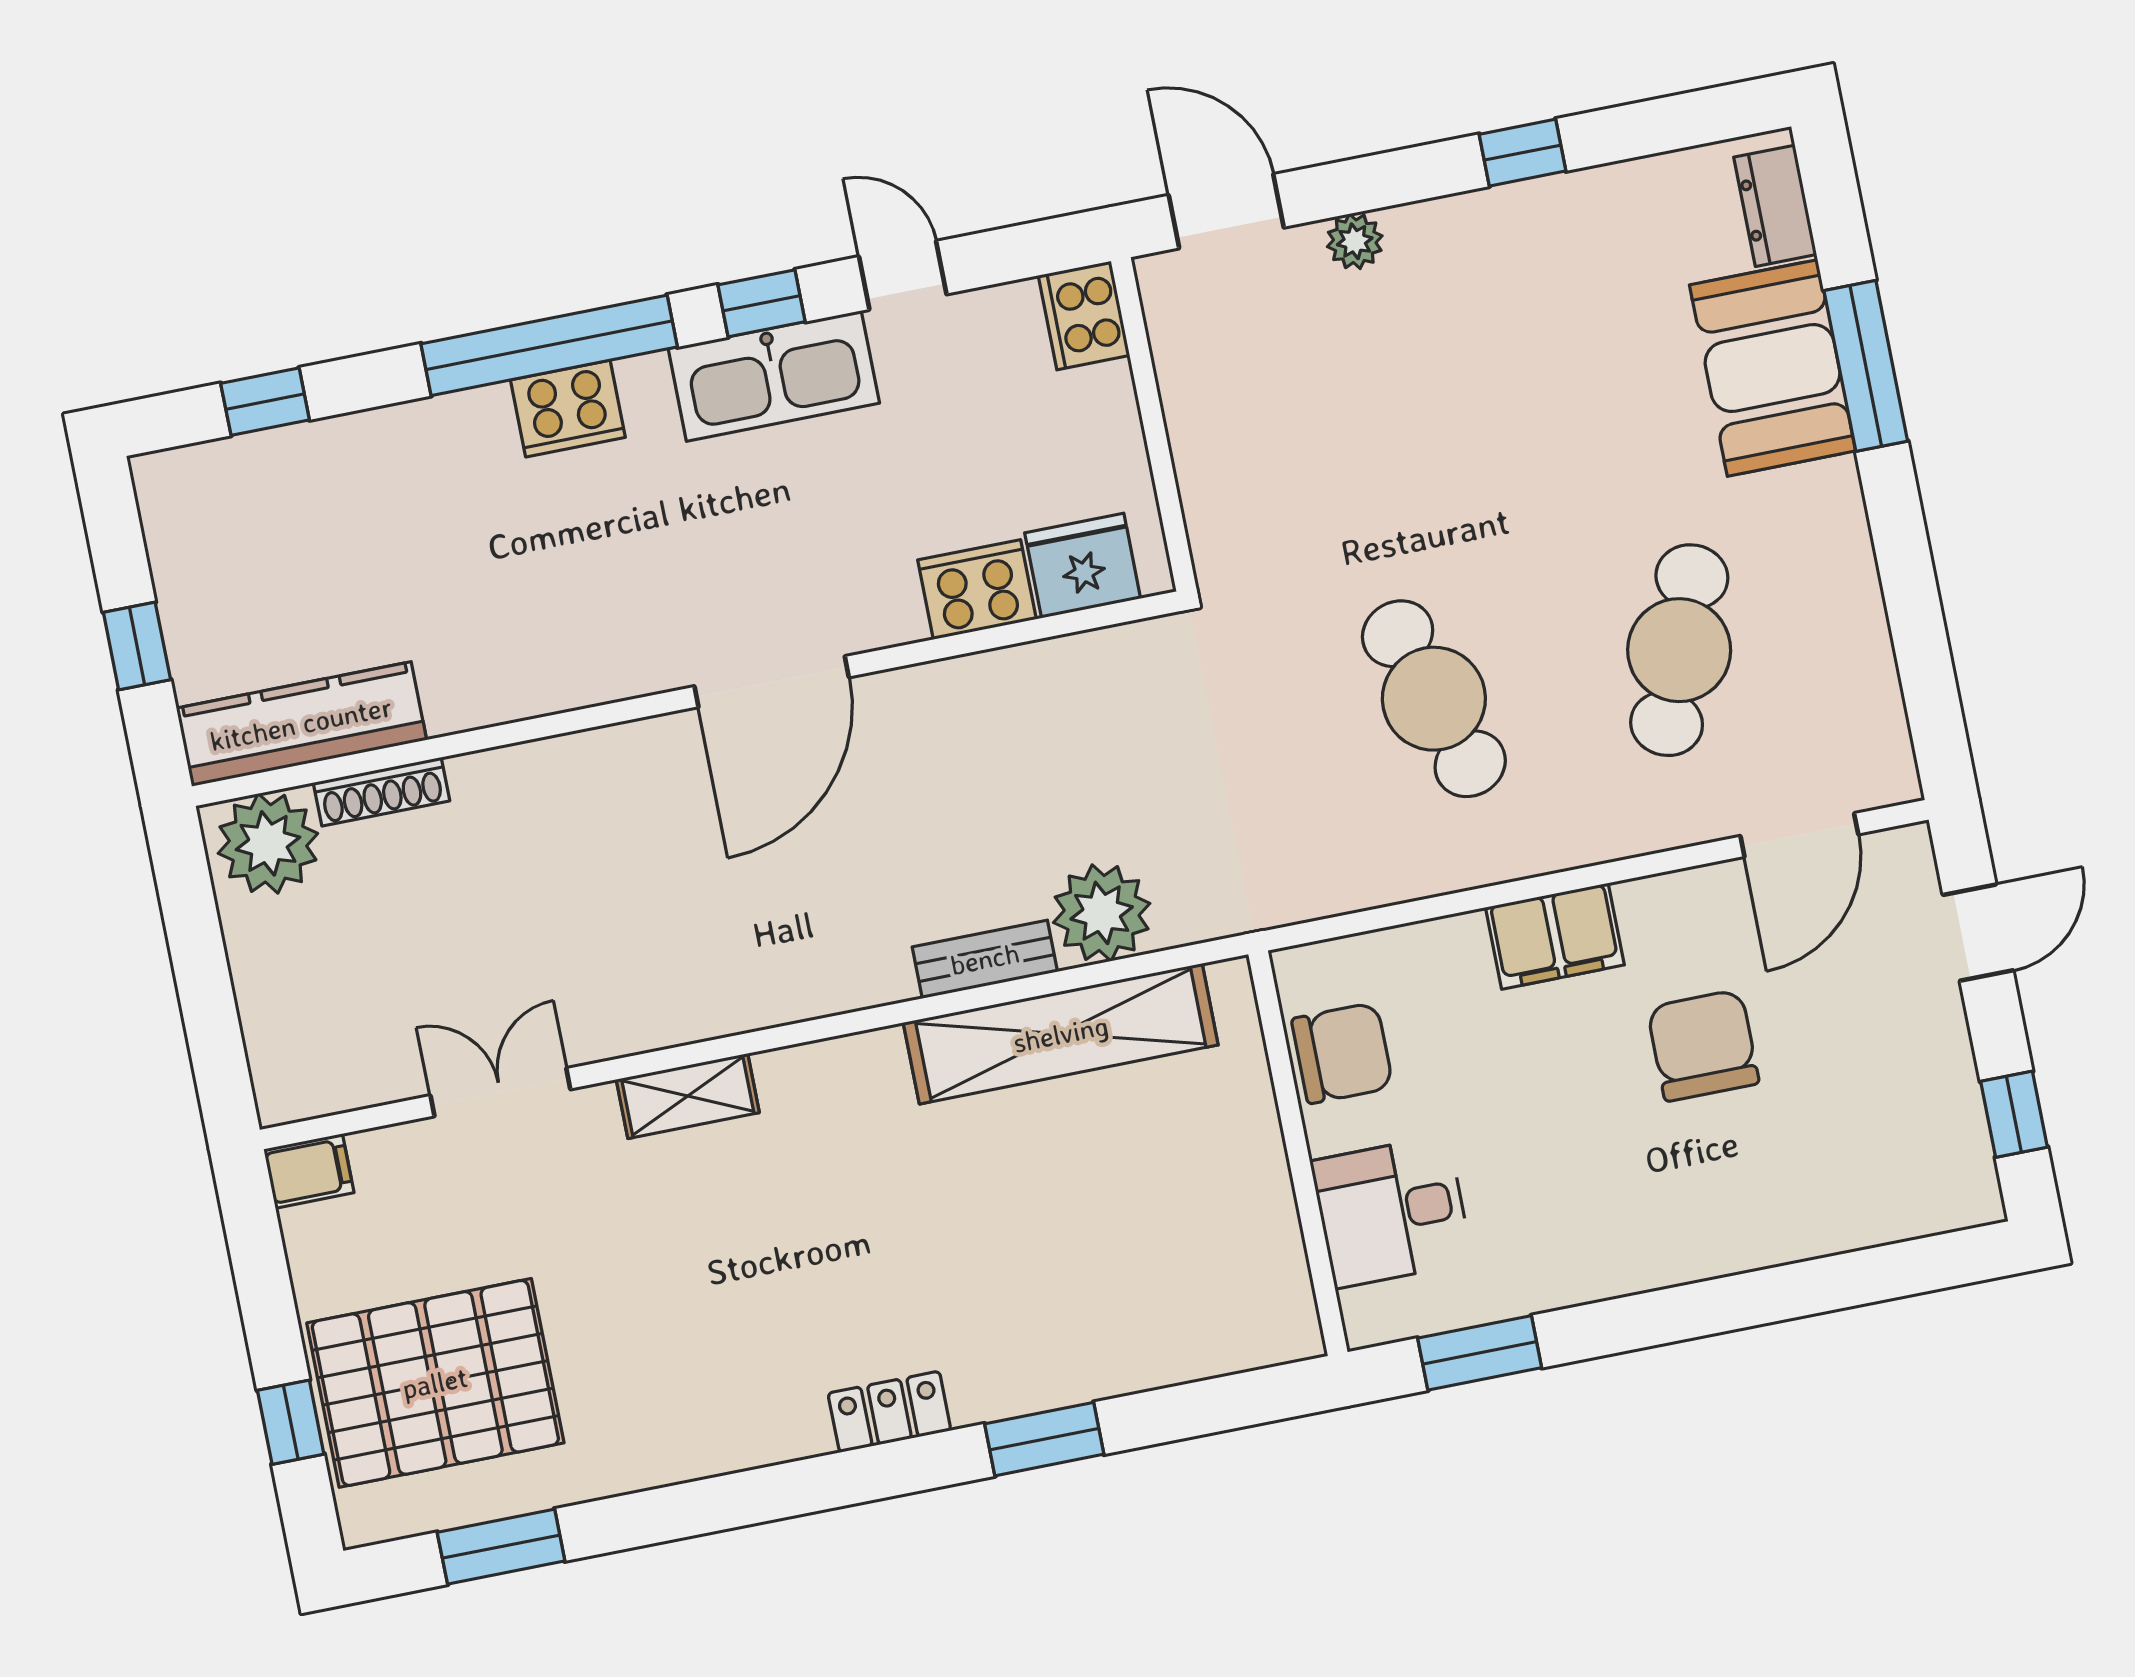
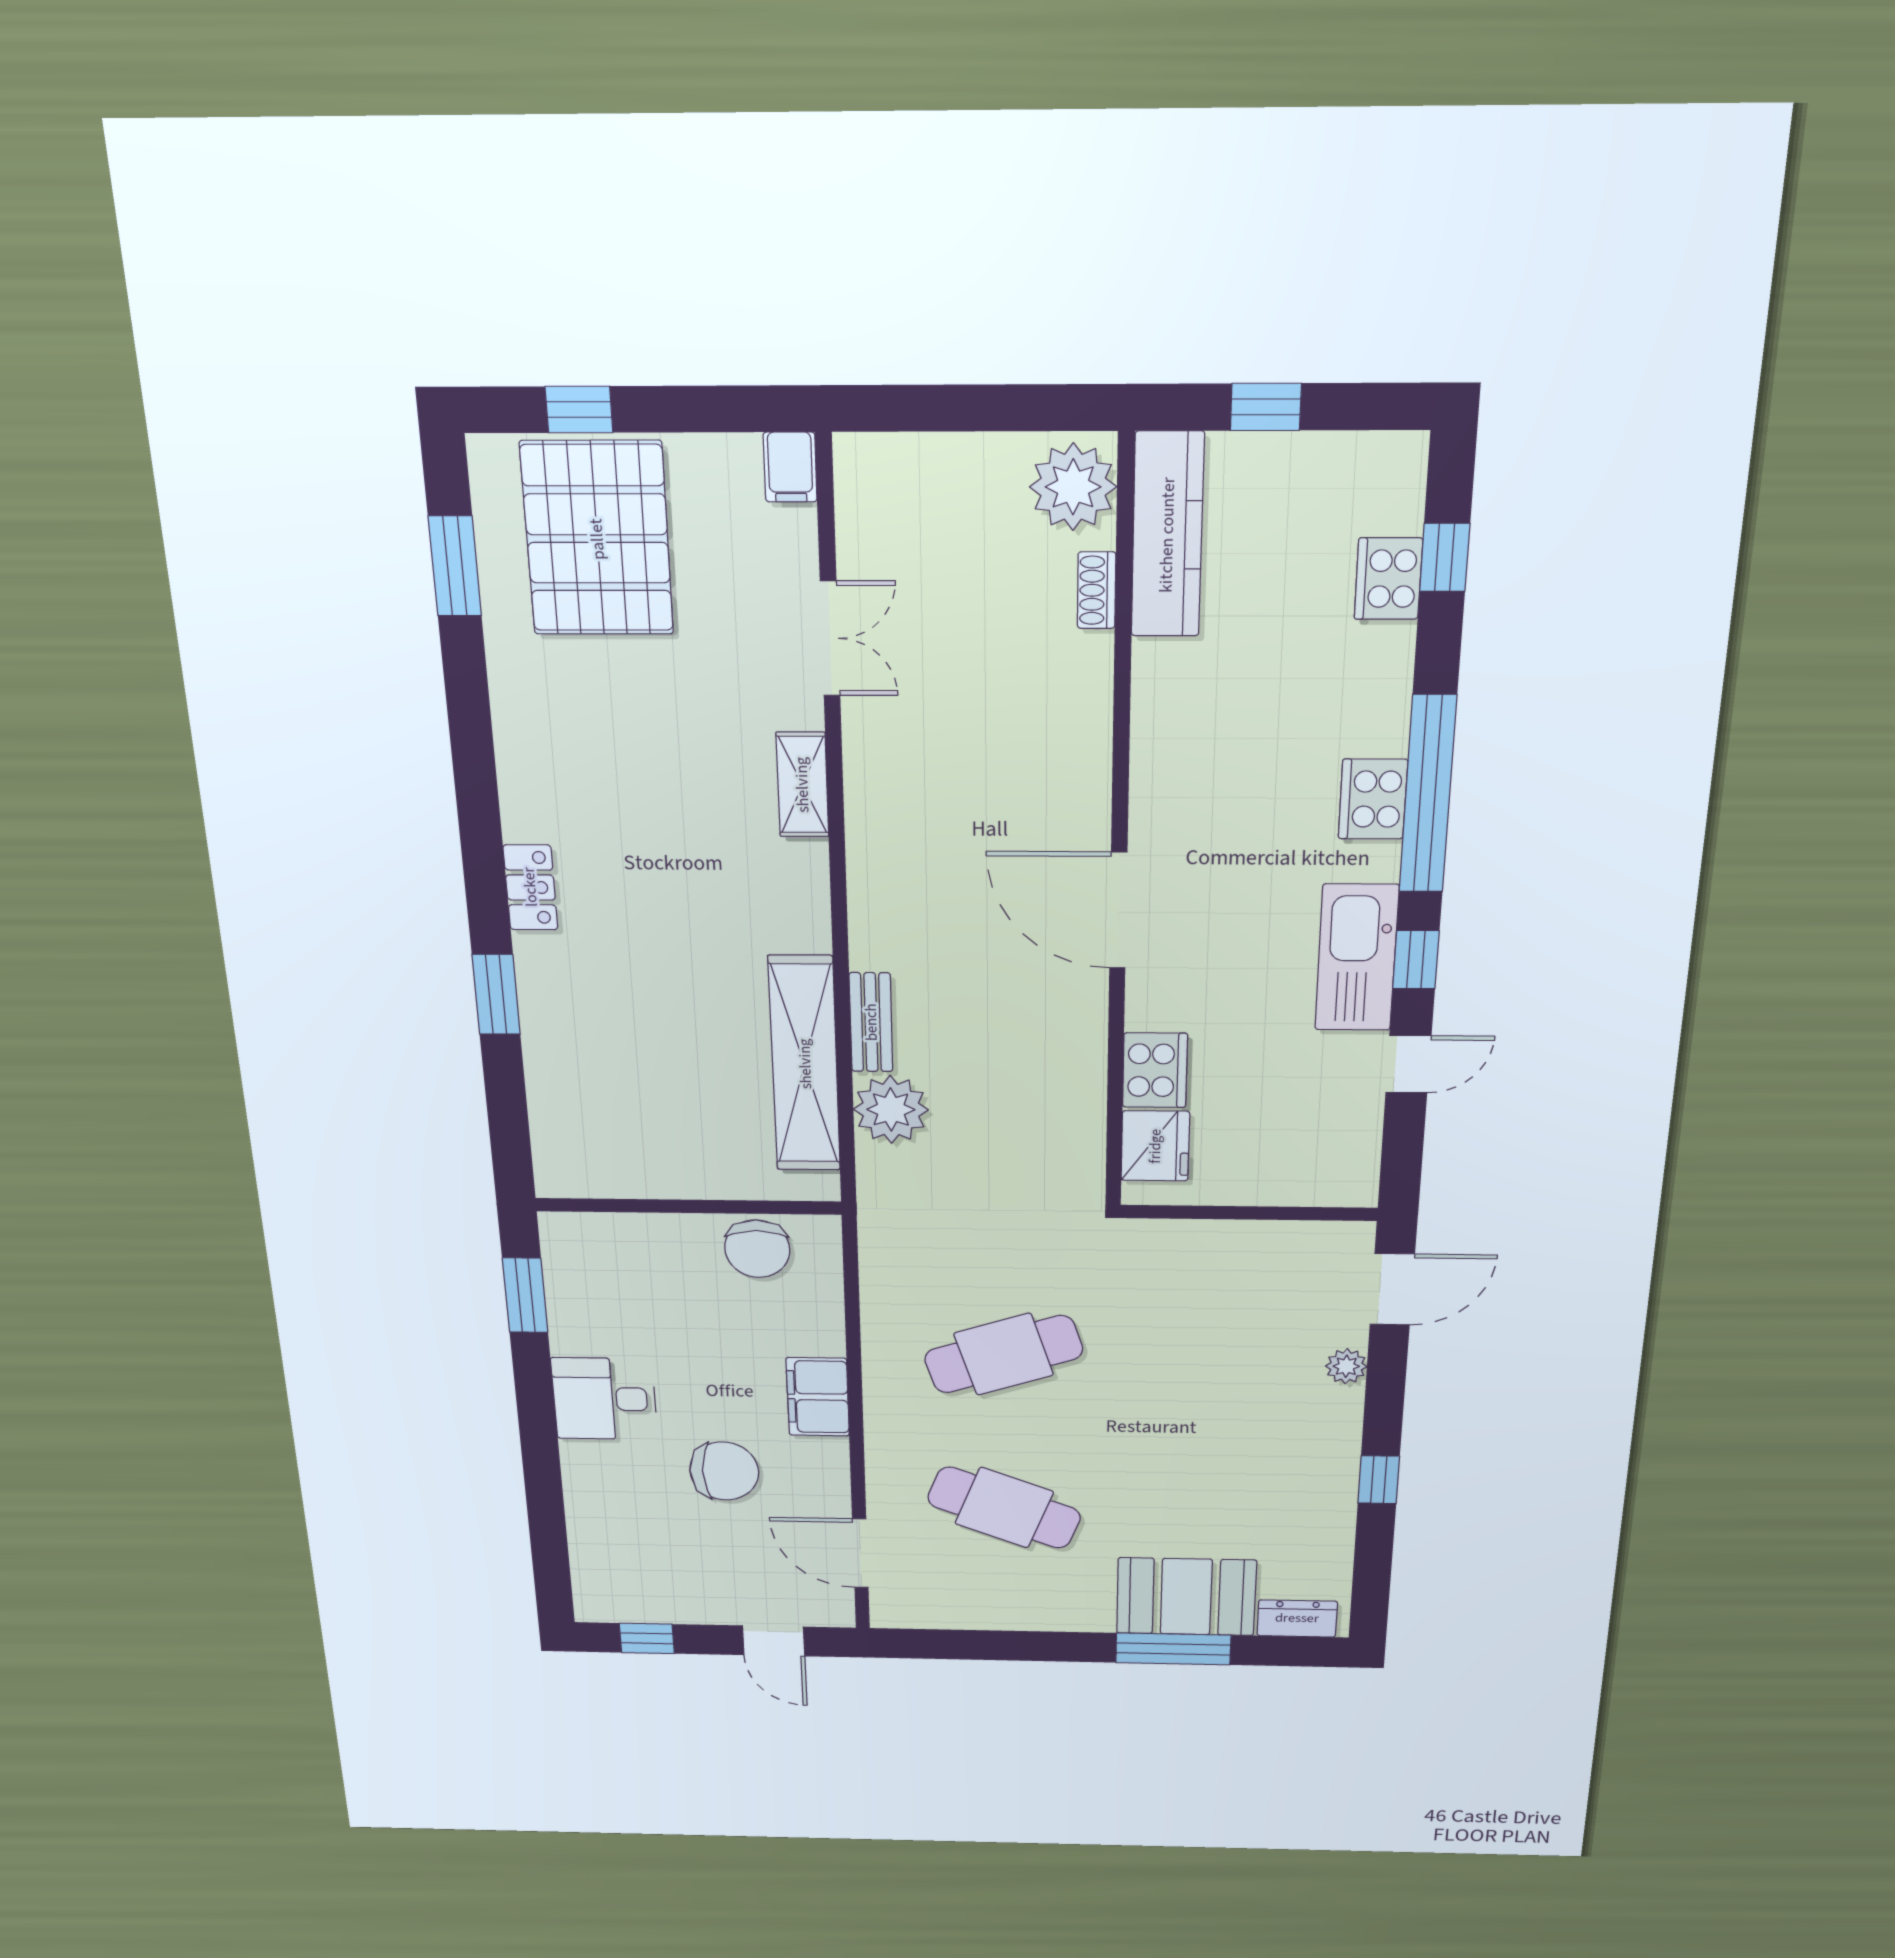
cooker: (1084, 315) -> (1388, 579), moved, turned -90
shoe rack: (381, 792) -> (1097, 590), width x0.70
desk: (1391, 1212) -> (604, 1399), moved, turned -90

